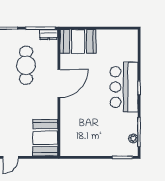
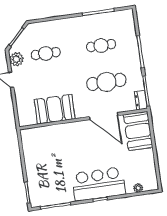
door: (59, 83) -> (104, 116), moved
booth: (45, 138) -> (55, 109), moved
plant: (133, 138) -> (138, 188), moved

